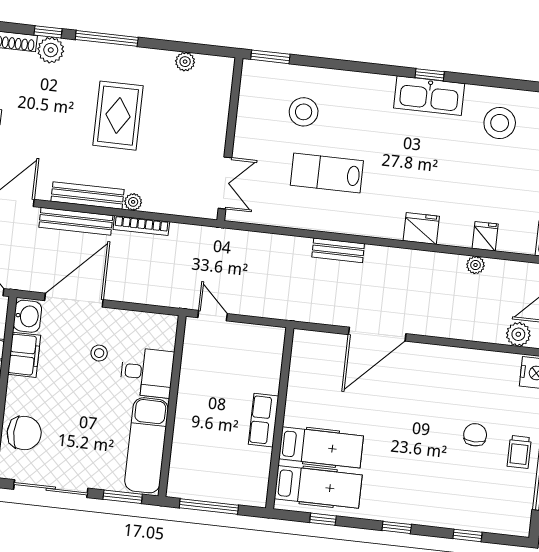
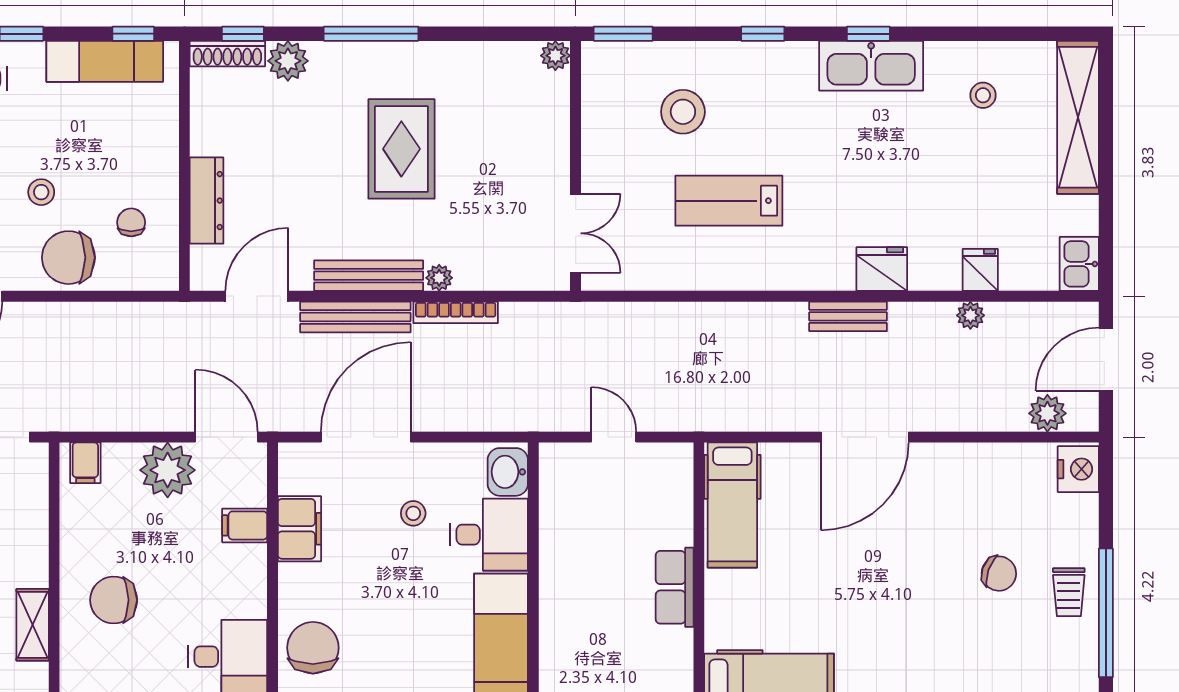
window: (48, 32) -> (243, 34), moved
plant: (185, 62) -> (555, 56), moved
window: (361, 67) -> (763, 34), added
stool: (500, 123) -> (983, 95), width x0.53, depth x0.53
bench: (338, 250) -> (848, 316), moved
washbasin: (27, 316) -> (508, 472), moved, turned 180
door: (213, 316) -> (614, 437), moved
door: (377, 334) -> (865, 437), moved
chair: (24, 433) -> (313, 648), turned -90
chair: (475, 435) -> (999, 574), turned 109
hospital bed: (321, 447) -> (732, 505), moved, turned 90

